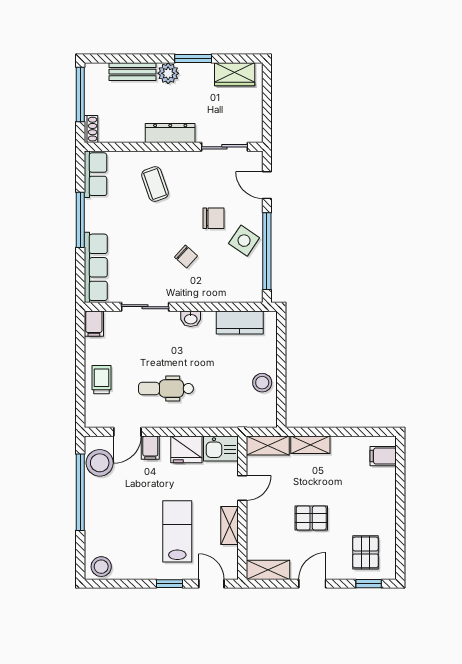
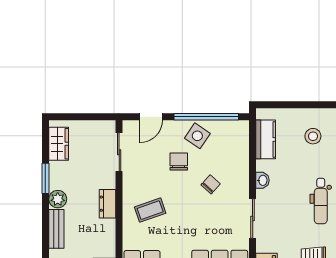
dresser: (170, 133) -> (108, 204), width x0.70
stool: (262, 383) -> (313, 136), moved

